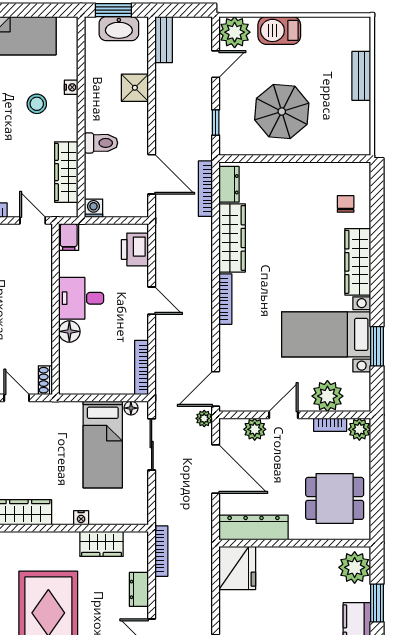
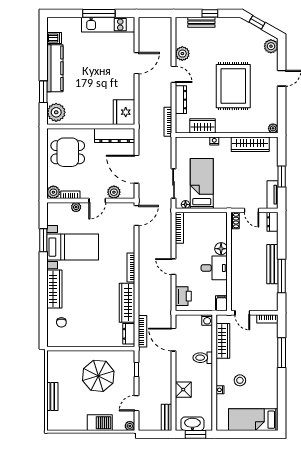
plant: (235, 32) -> (130, 426), width x0.53, depth x0.53
plant: (327, 396) -> (76, 207), width x0.53, depth x0.53
plant: (204, 418) -> (143, 198), removed
dresser: (139, 589) -> (181, 100), width x1.44

